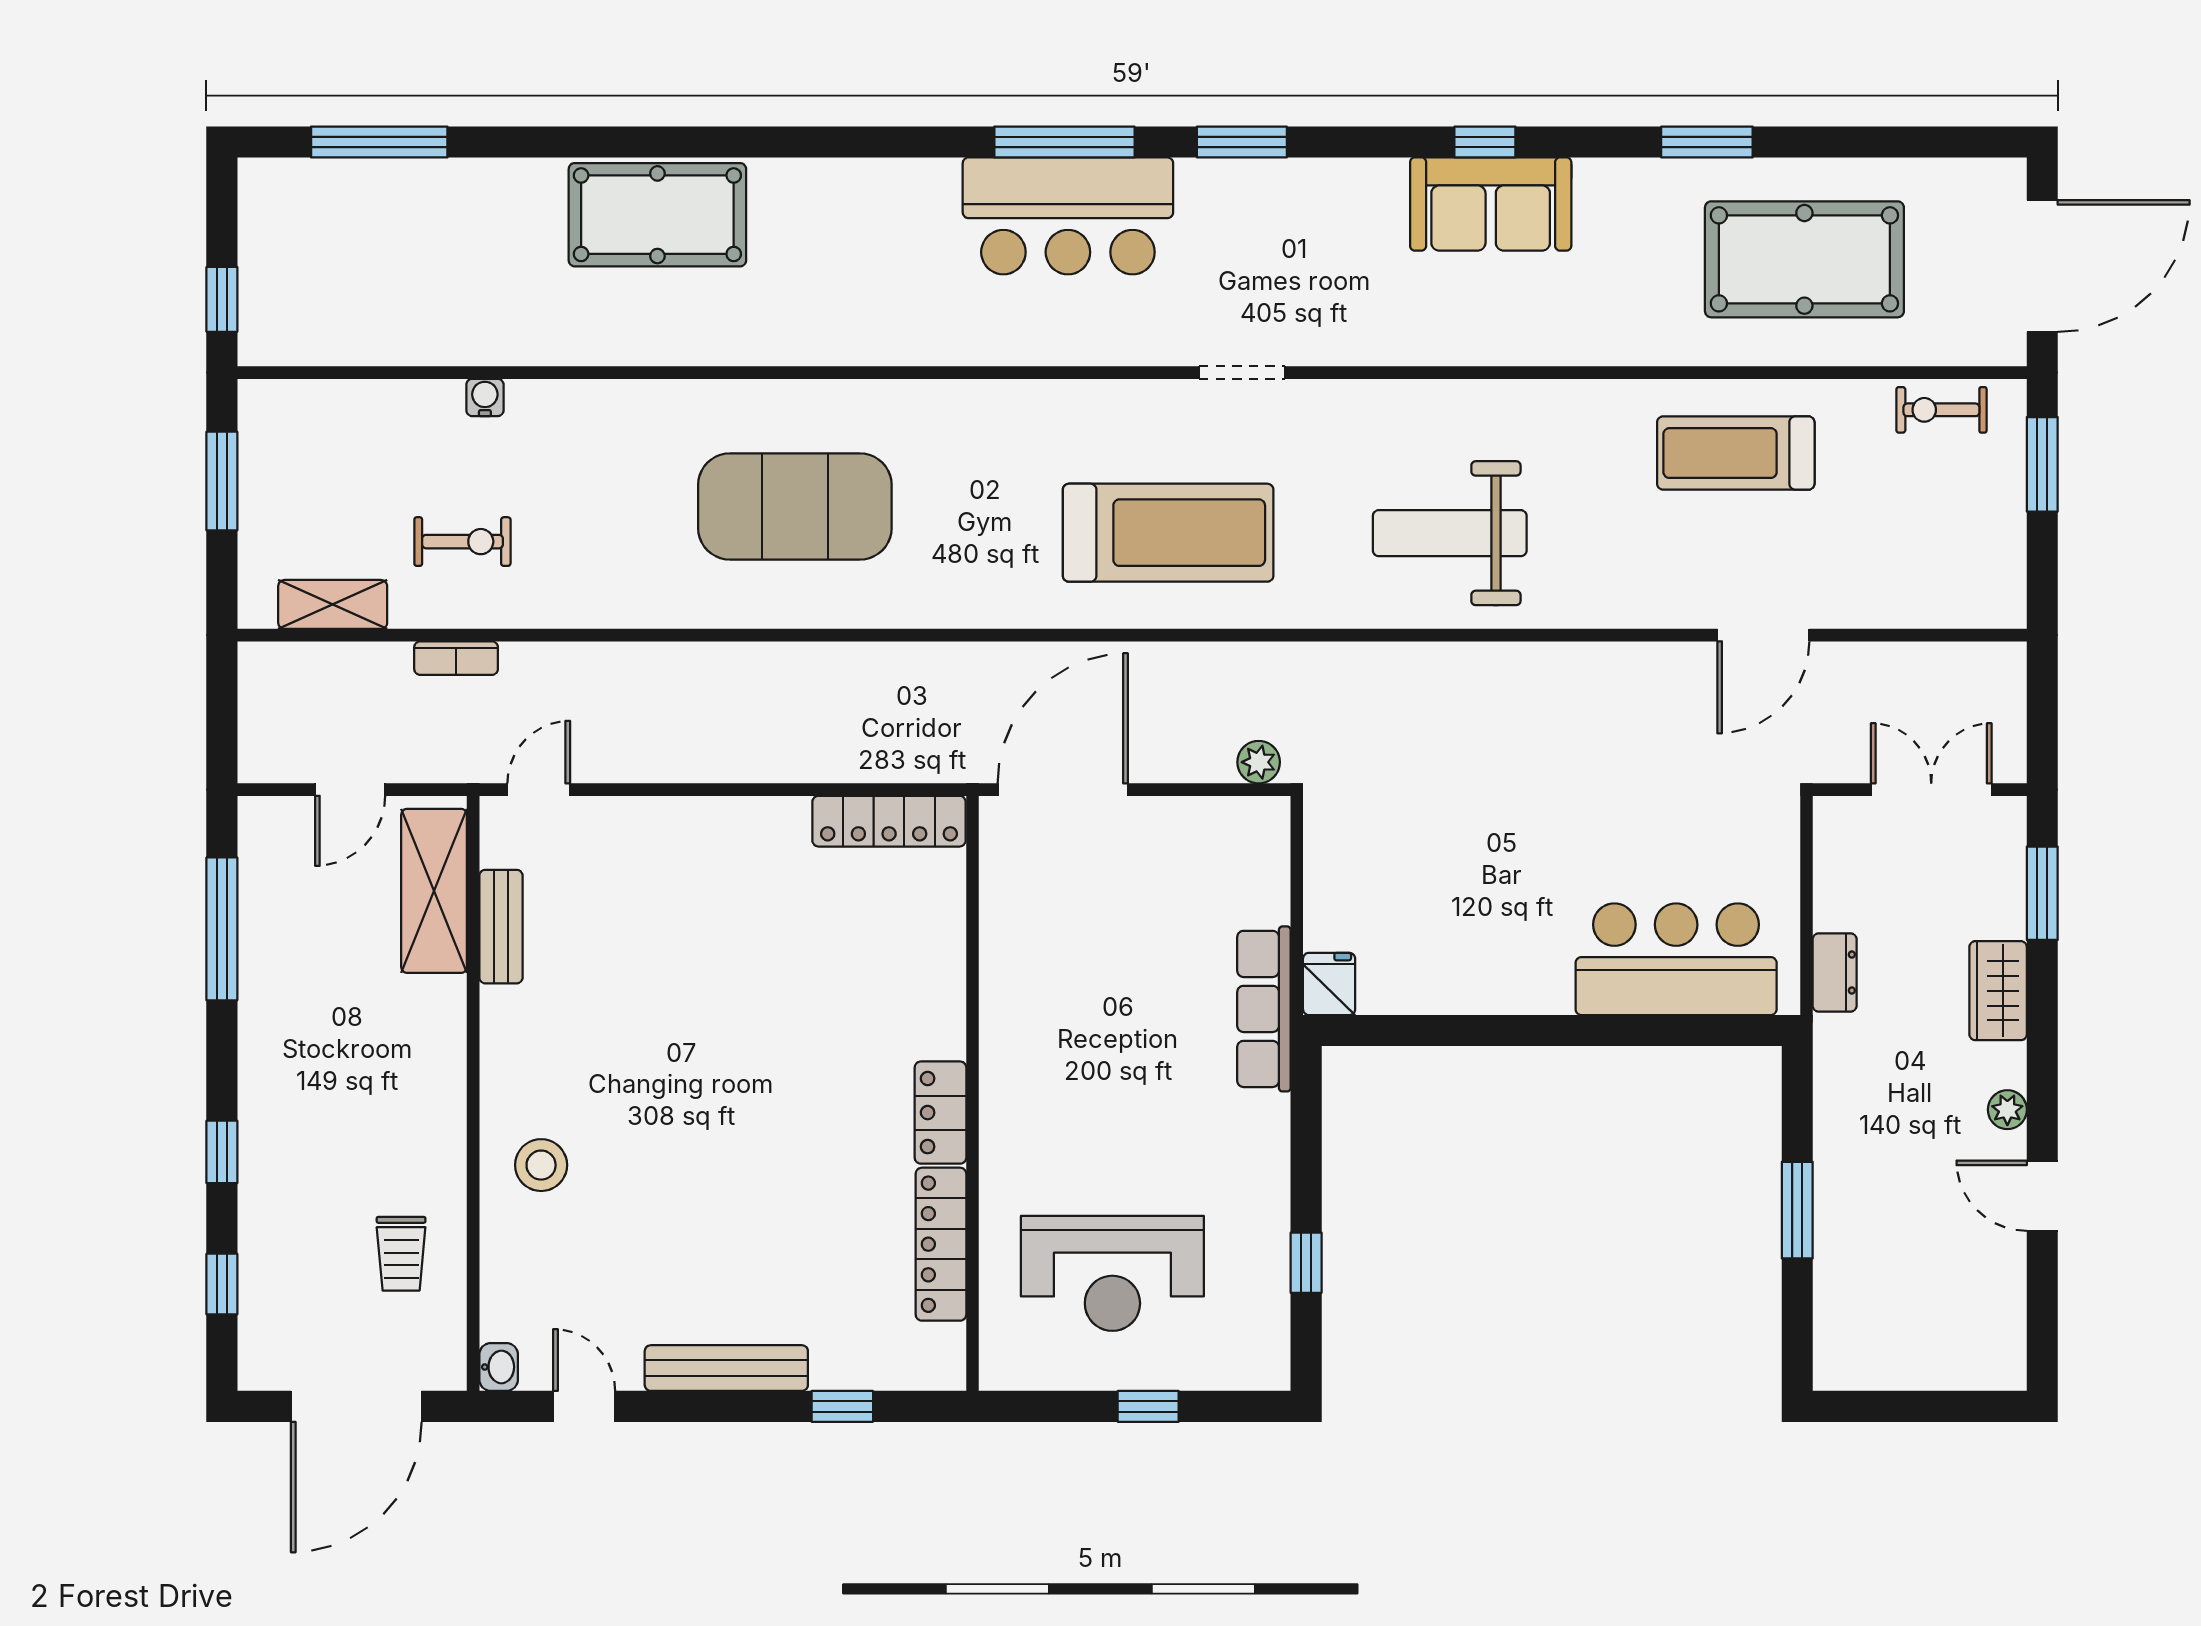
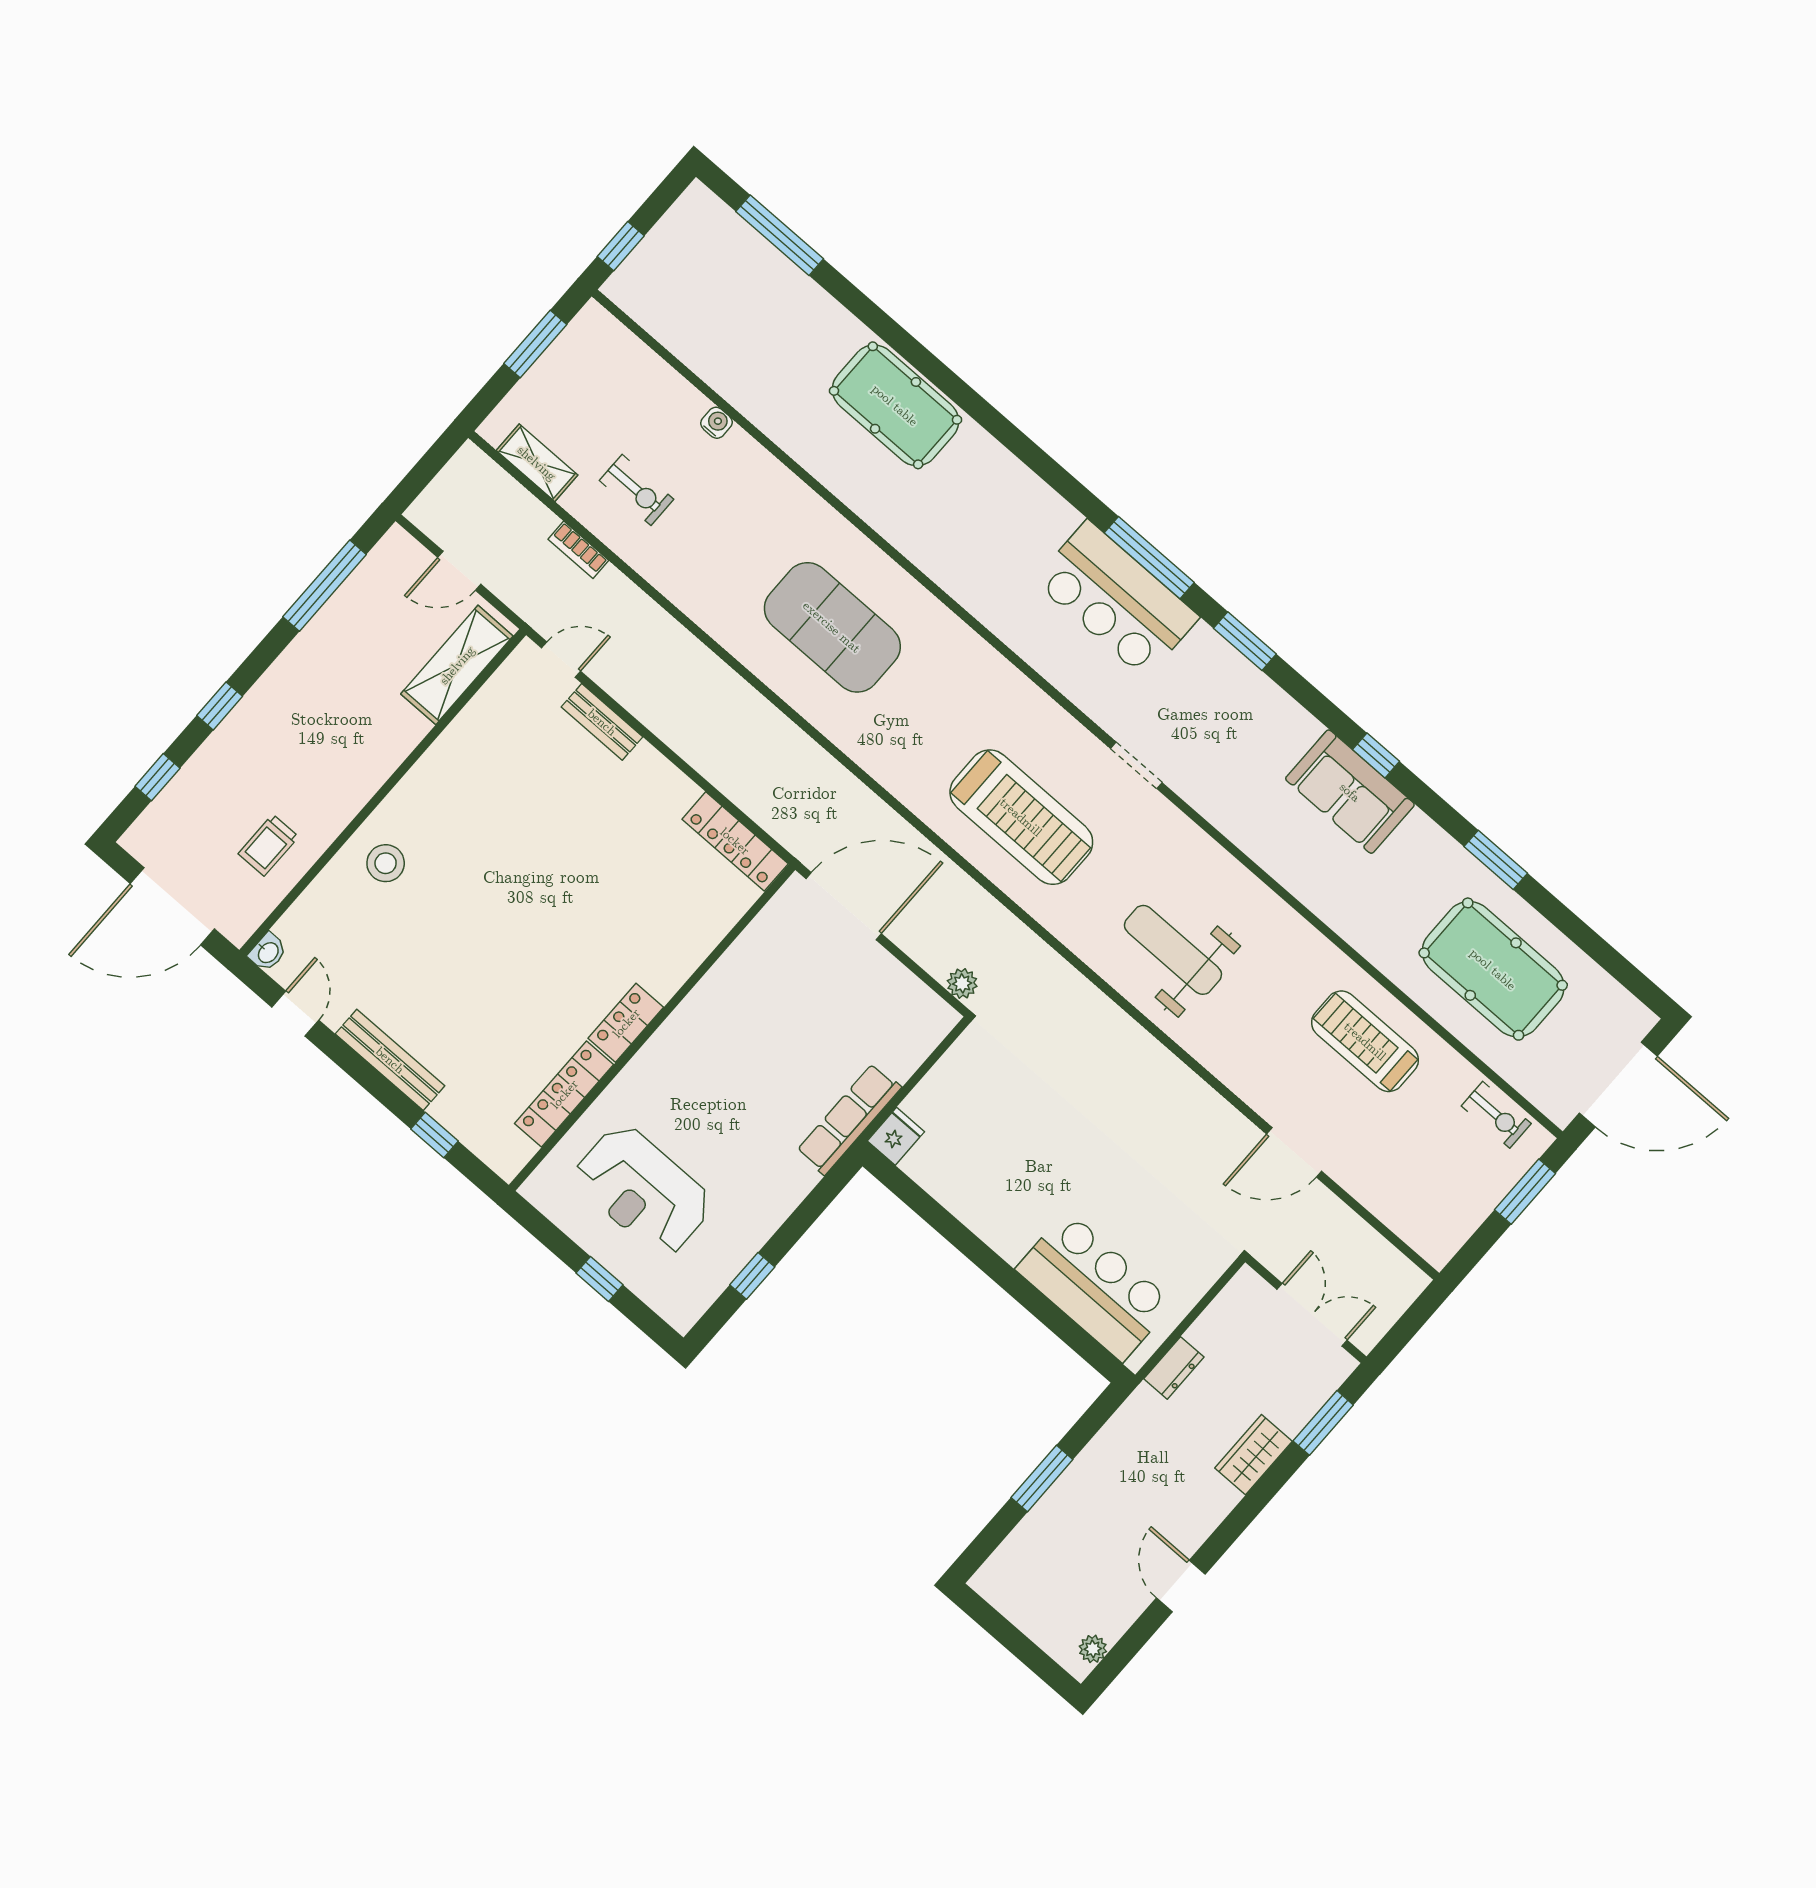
exercise bike: (1941, 410) -> (1496, 1115), turned 180
bench: (501, 927) -> (602, 722), moved, turned 90
plant: (2007, 1110) -> (1093, 1649), moved

